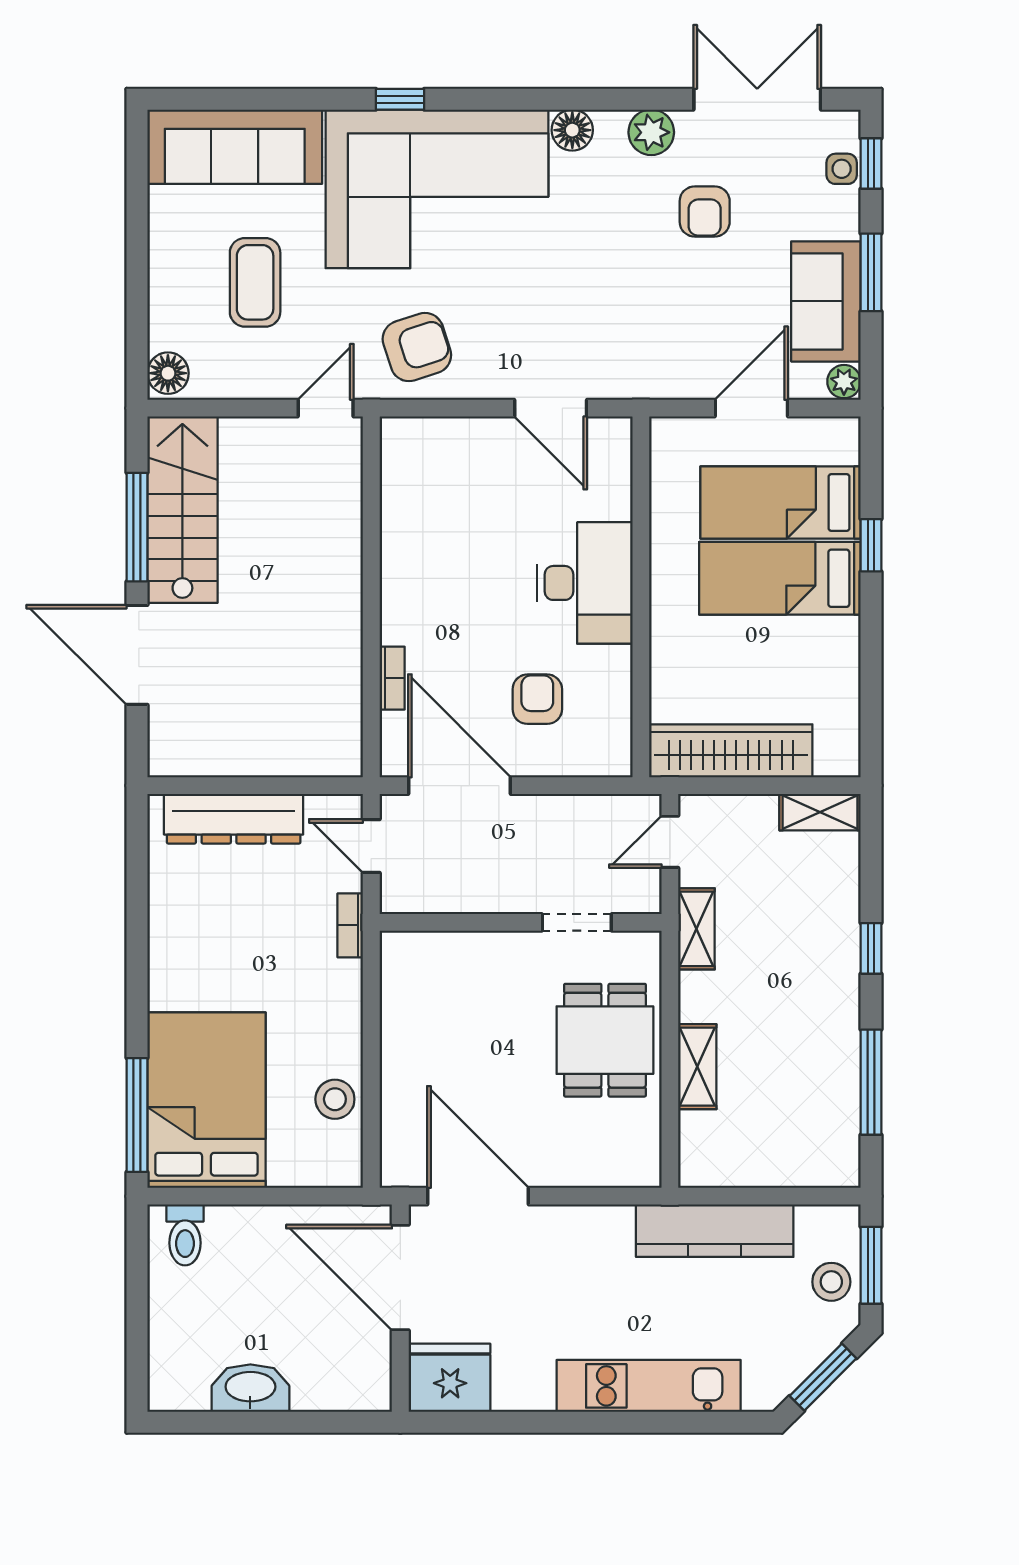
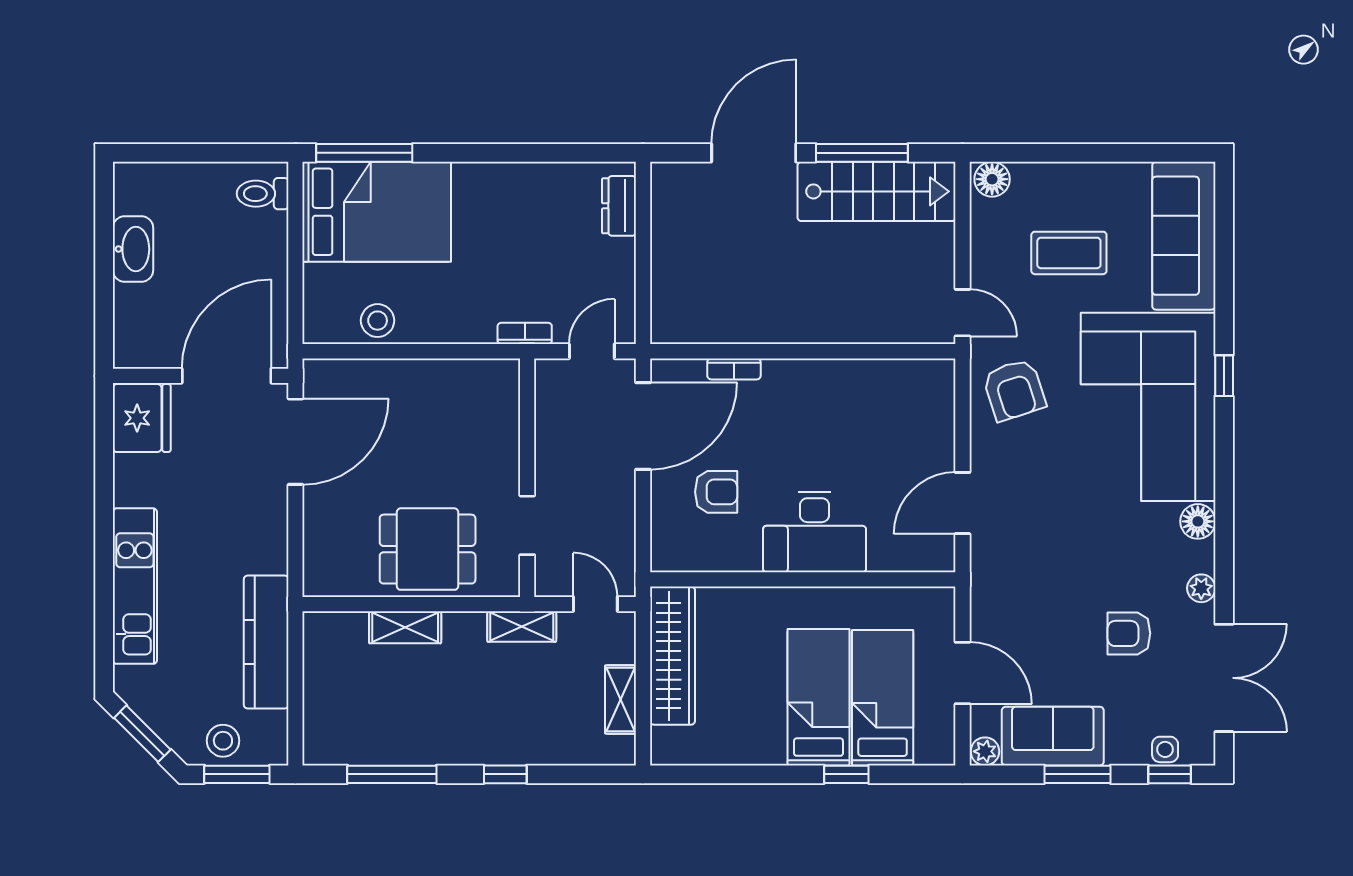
plant: (651, 132) -> (1201, 588), width x0.73, depth x0.73
shelving: (820, 812) -> (621, 699), moved
dresser: (234, 819) -> (619, 206), width x0.51, depth x0.80

